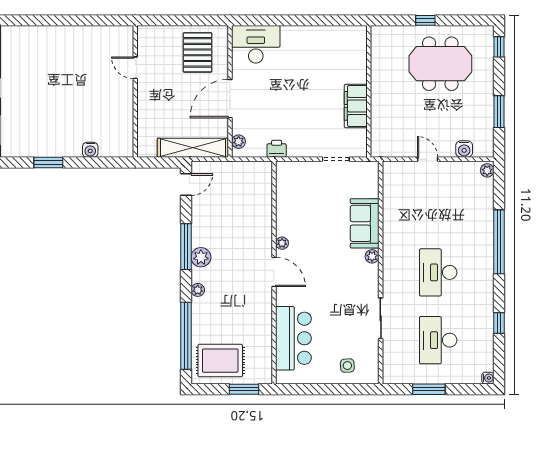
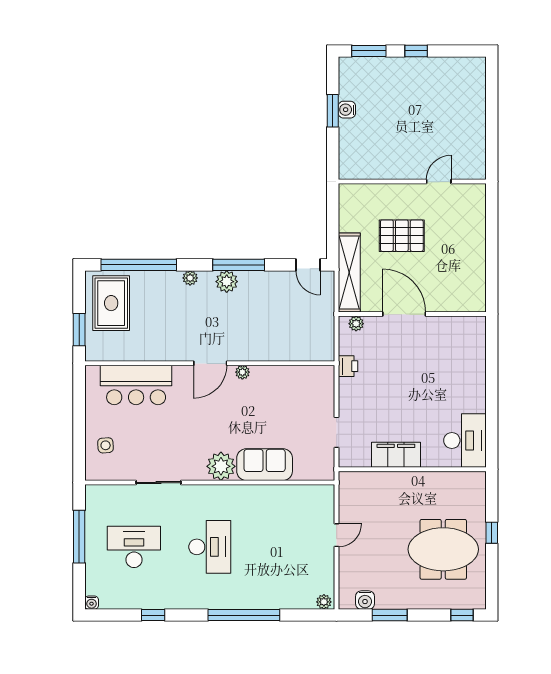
desk: (256, 44) -> (465, 440), moved
pallet: (198, 52) -> (402, 236), moved
meeting table: (440, 64) -> (443, 549), turned 90
door: (135, 68) -> (439, 182), moved
wall: (135, 91) -> (412, 182), moved
water cooler: (464, 149) -> (365, 600), moved, turned -90
water cooler: (90, 150) -> (347, 110), moved
plant: (372, 256) -> (221, 466), width x1.87, depth x1.87
desk: (438, 272) -> (210, 547), turned 90
window: (429, 389) -> (79, 537), width x1.44

